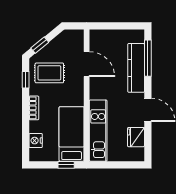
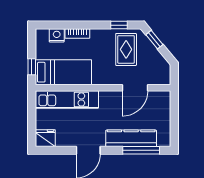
bookcase: (34, 108) -> (77, 34), moved
fridge: (136, 137) -> (45, 138), moved

